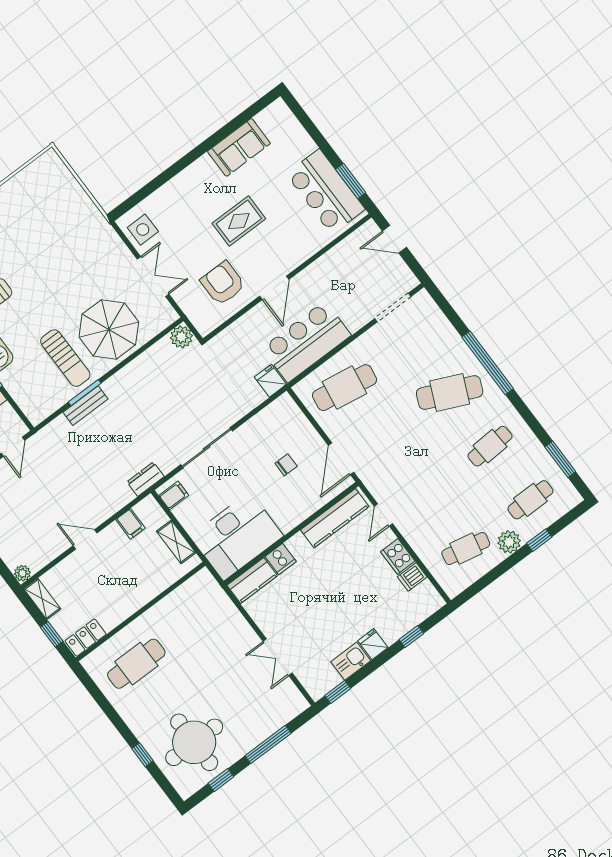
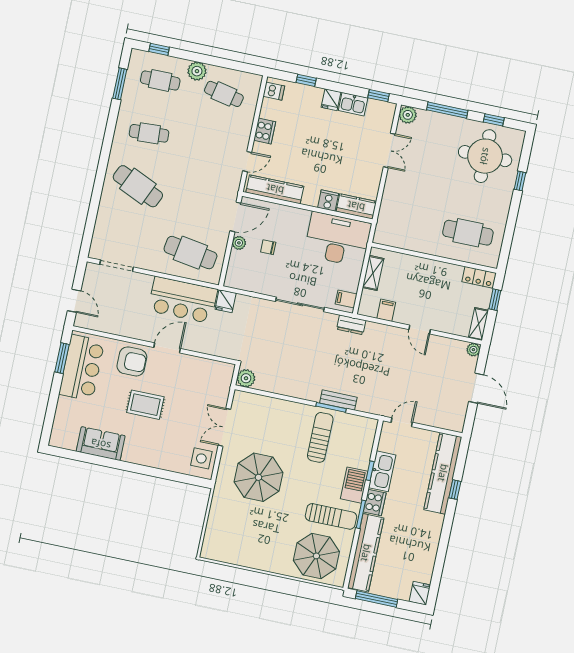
armchair: (223, 283) -> (132, 361), moved, turned -90
parasol: (109, 329) -> (259, 477), moved
window: (488, 363) -> (100, 179), removed
plant: (314, 441) -> (239, 243), added
window: (539, 540) -> (159, 49), moved
dishwasher: (412, 577) -> (274, 91), moved
plant: (296, 704) -> (408, 115), added

